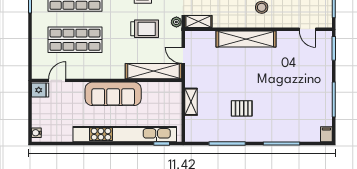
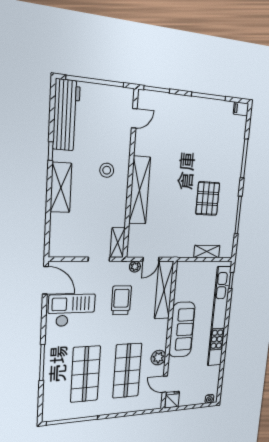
plant: (176, 22) -> (135, 267), moved
plant: (86, 71) -> (158, 358), added
shelving: (191, 102) -> (207, 251), moved
pallet: (242, 108) -> (208, 199), width x1.50, depth x1.42

